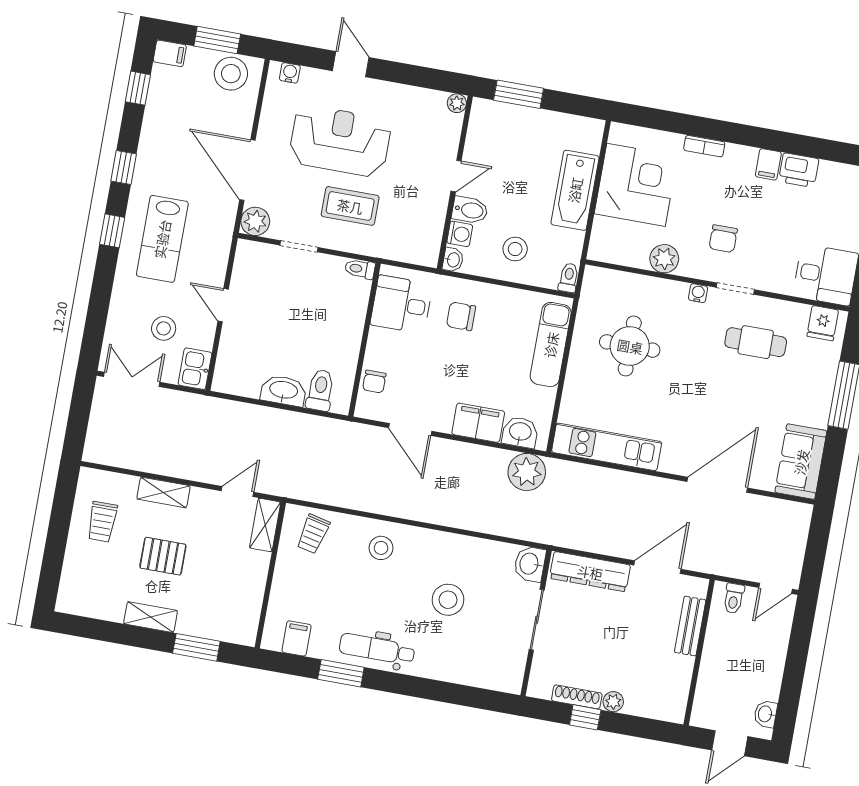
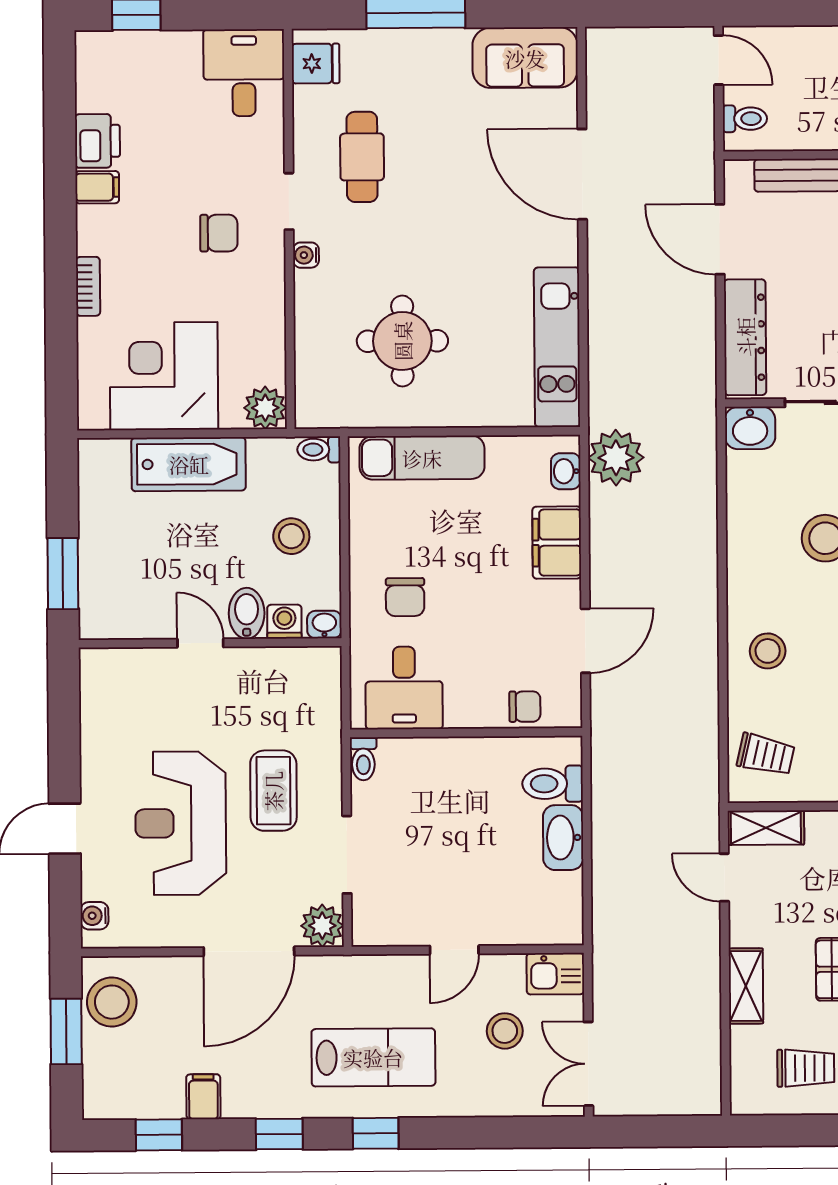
filing cabinet: (170, 53) -> (203, 1097), moved
plant: (457, 103) -> (93, 662), removed
doorway: (299, 246) -> (347, 855), width x1.38
plant: (664, 259) -> (265, 408), moved
washbasin: (520, 432) -> (566, 471), width x0.72, depth x0.69

